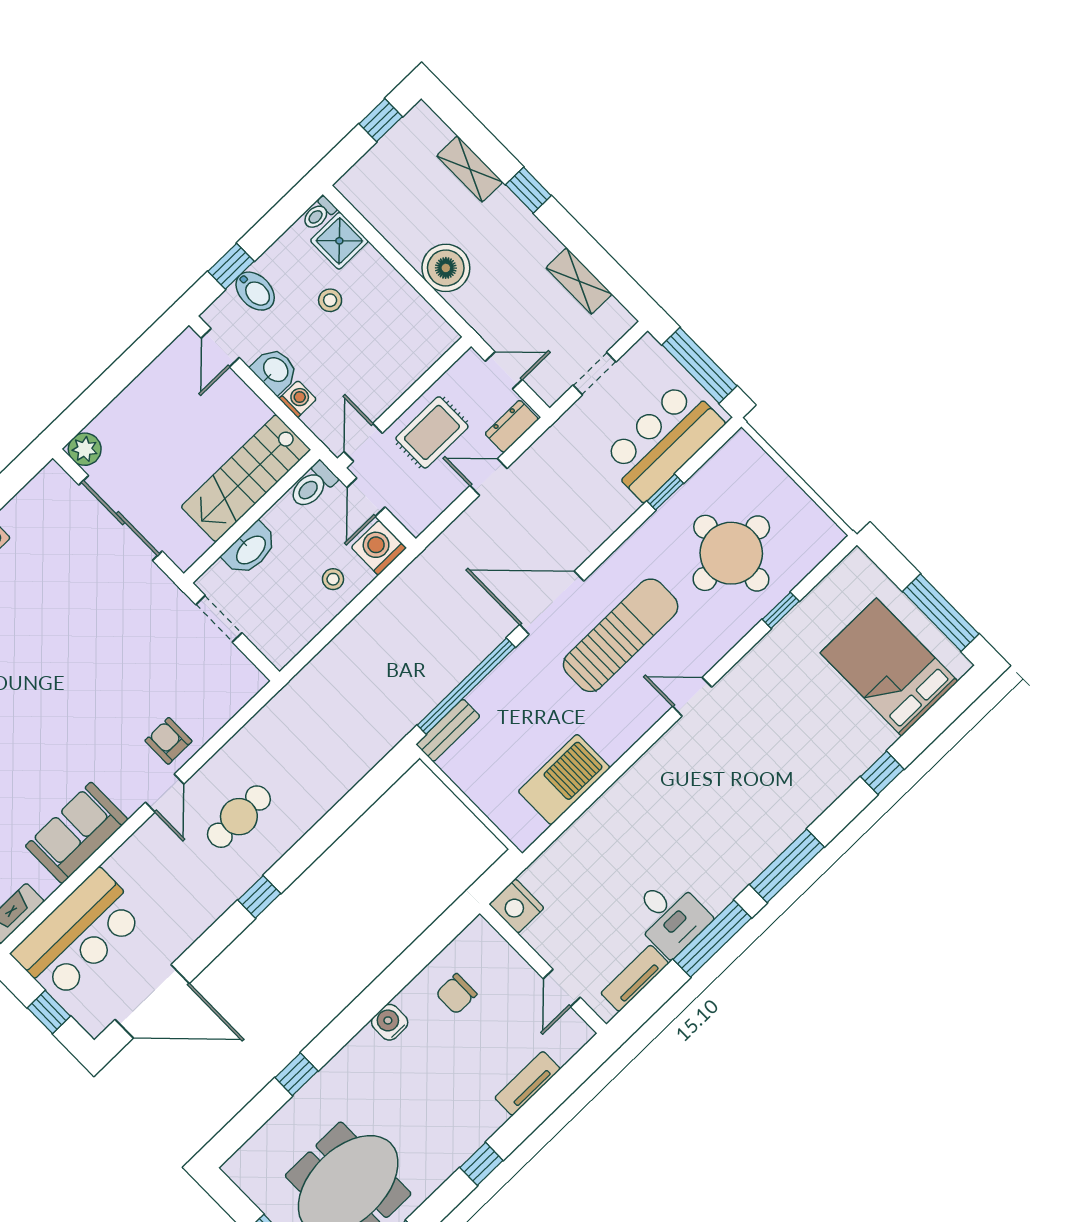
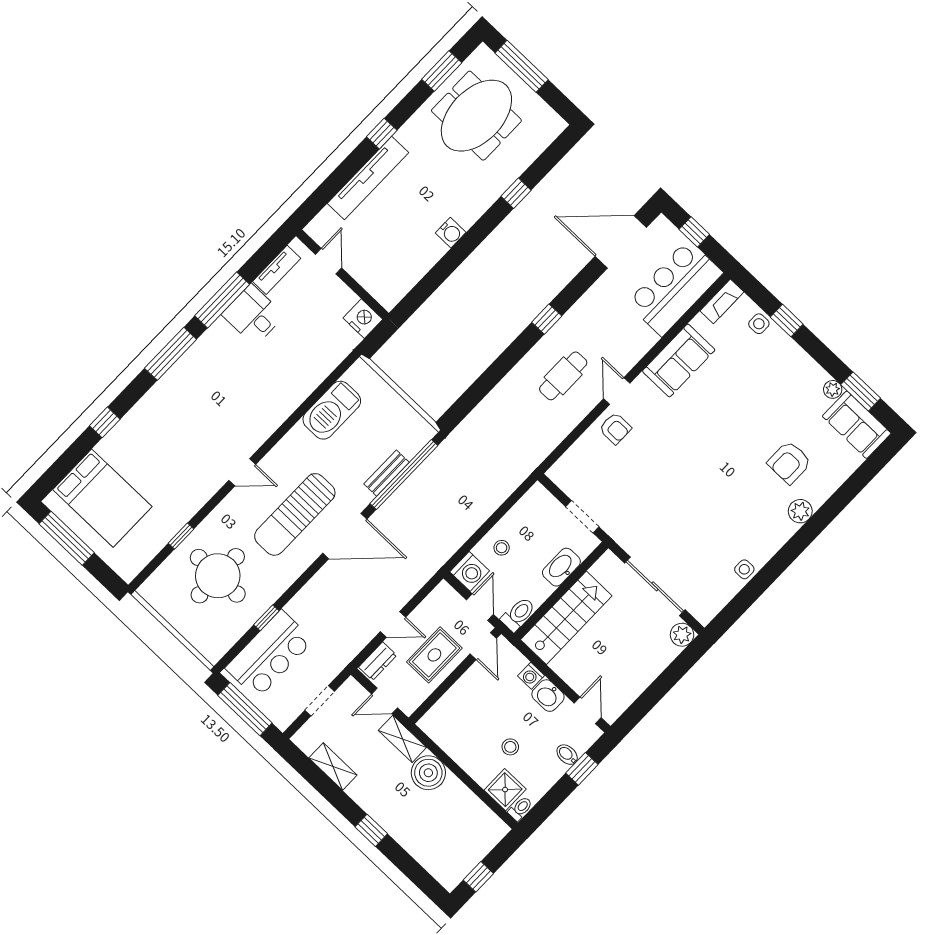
shelving: (470, 169) -> (402, 739), moved
bidet: (255, 291) -> (567, 755), width x0.72, depth x0.74
bench: (448, 730) -> (387, 473), moved
chair: (456, 994) -> (404, 254), removed
tv unit: (528, 1083) -> (368, 178), width x1.92, depth x1.29

